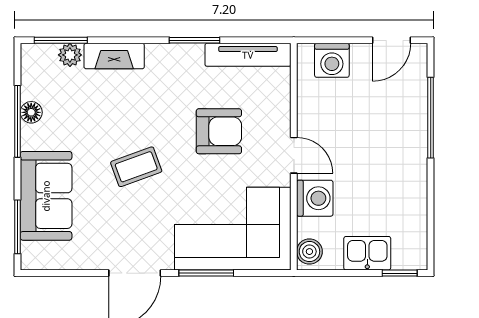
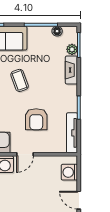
floor lamp: (31, 112) -> (57, 31), moved

